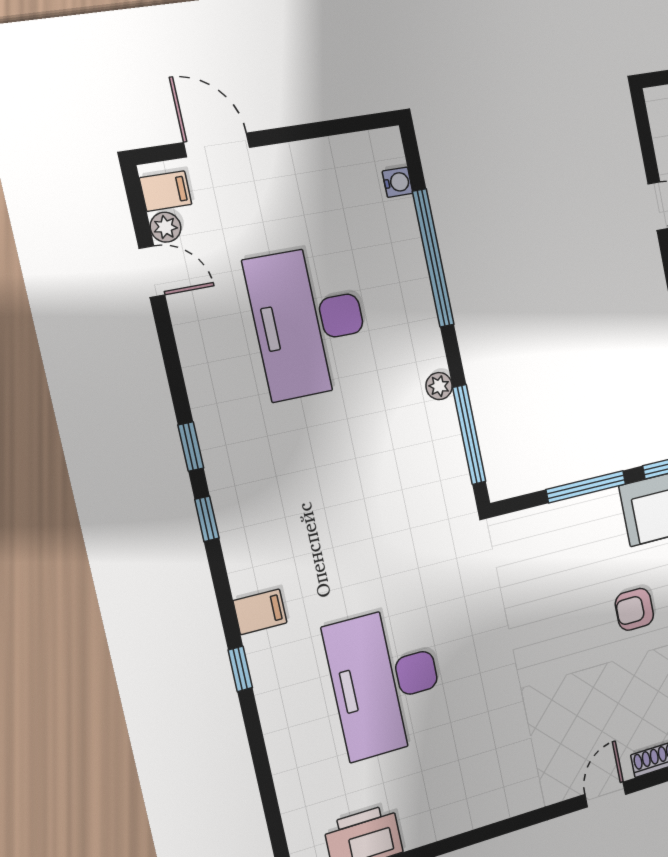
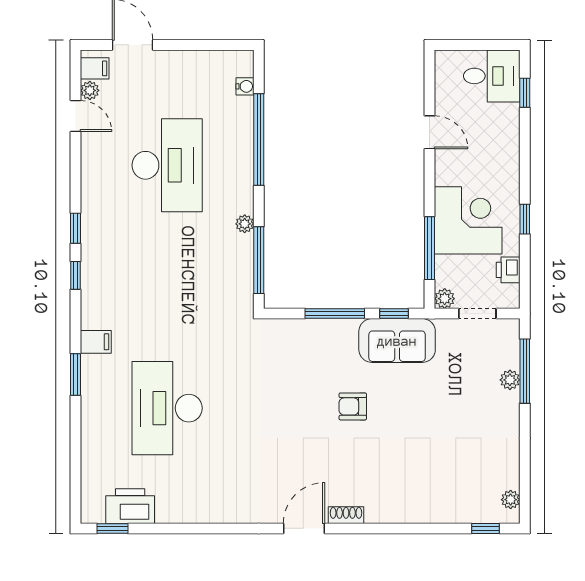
desk: (309, 322) -> (167, 165), turned 180
window: (240, 669) -> (76, 374), width x1.50
door: (605, 794) -> (304, 528), width x1.38

